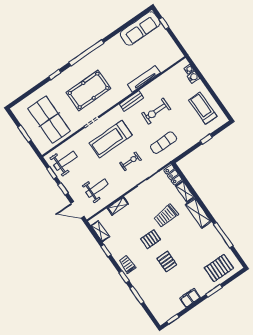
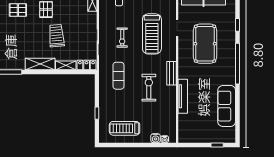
sofa: (140, 28) -> (227, 106), moved
treadmill: (203, 108) -> (125, 128), turned 180
treadmill: (111, 139) -> (152, 34), turned 180

